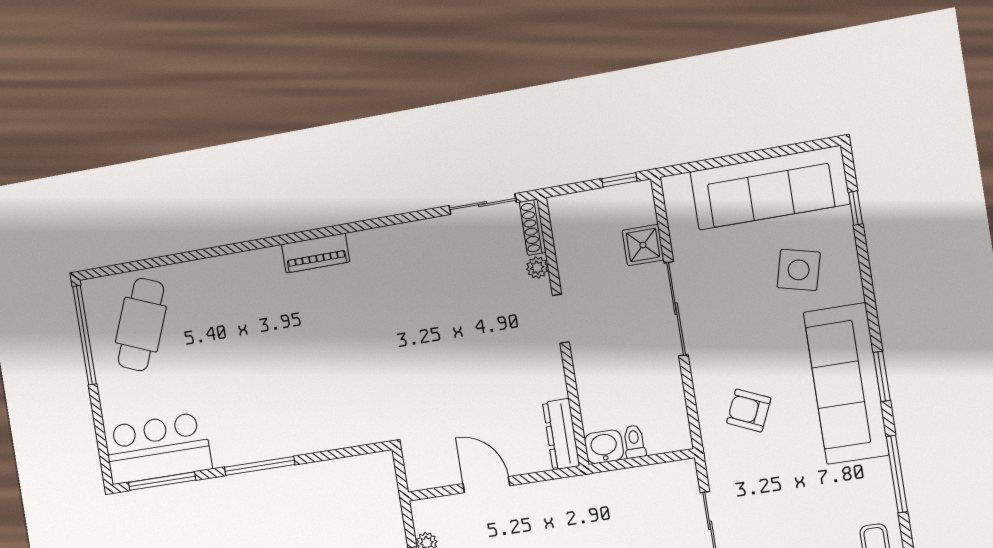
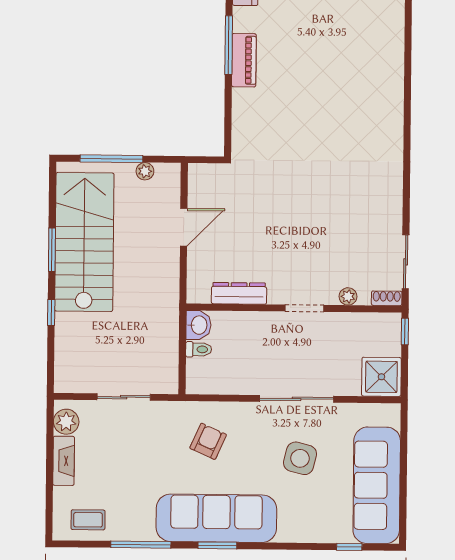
window: (619, 180) -> (405, 331), moved
shoe rack: (533, 227) -> (387, 298), width x0.70
shower: (643, 245) -> (381, 377), moved, width x1.36, depth x1.36
piano: (316, 253) -> (244, 60), moved, turned 180
side table: (799, 270) -> (300, 458), moved
dresser: (561, 434) -> (239, 293), moved

